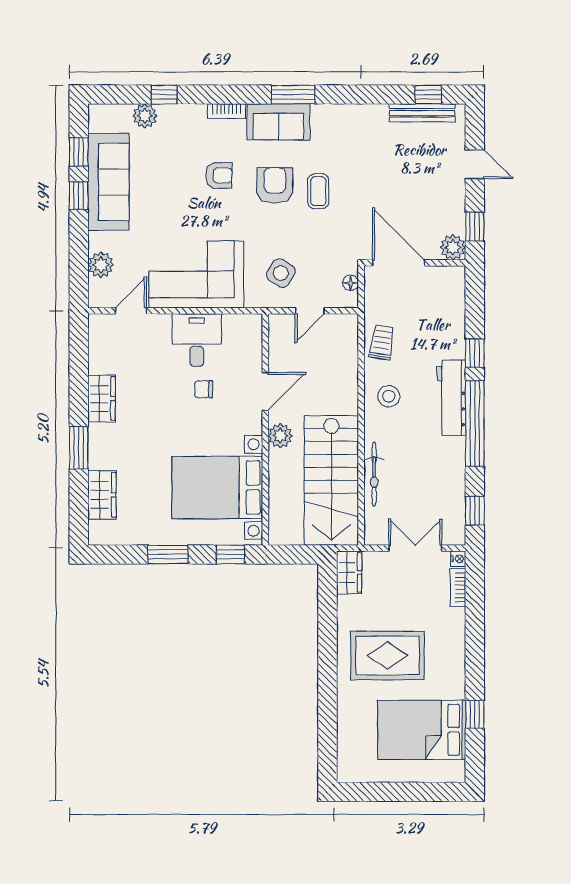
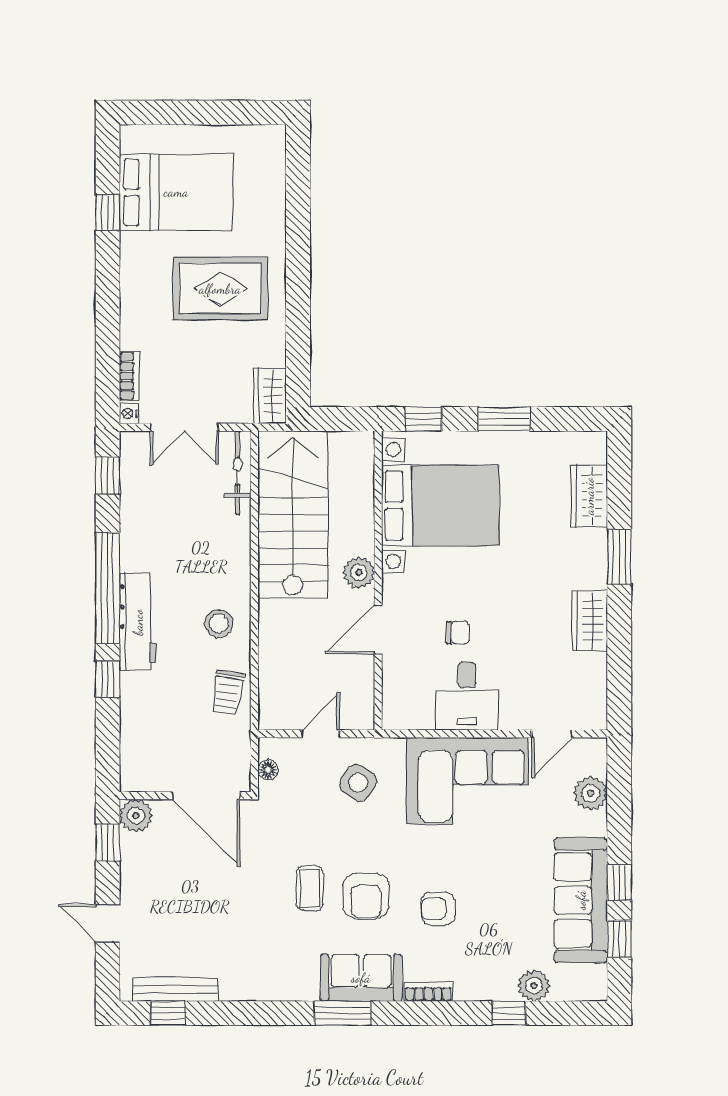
bicycle: (374, 474) -> (238, 473), moved

